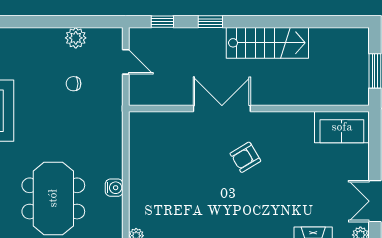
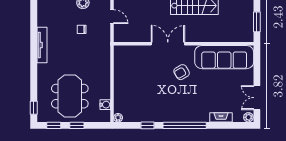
sofa: (342, 127) -> (224, 57), width x1.85, depth x1.27
water cooler: (114, 188) -> (105, 105), moved

